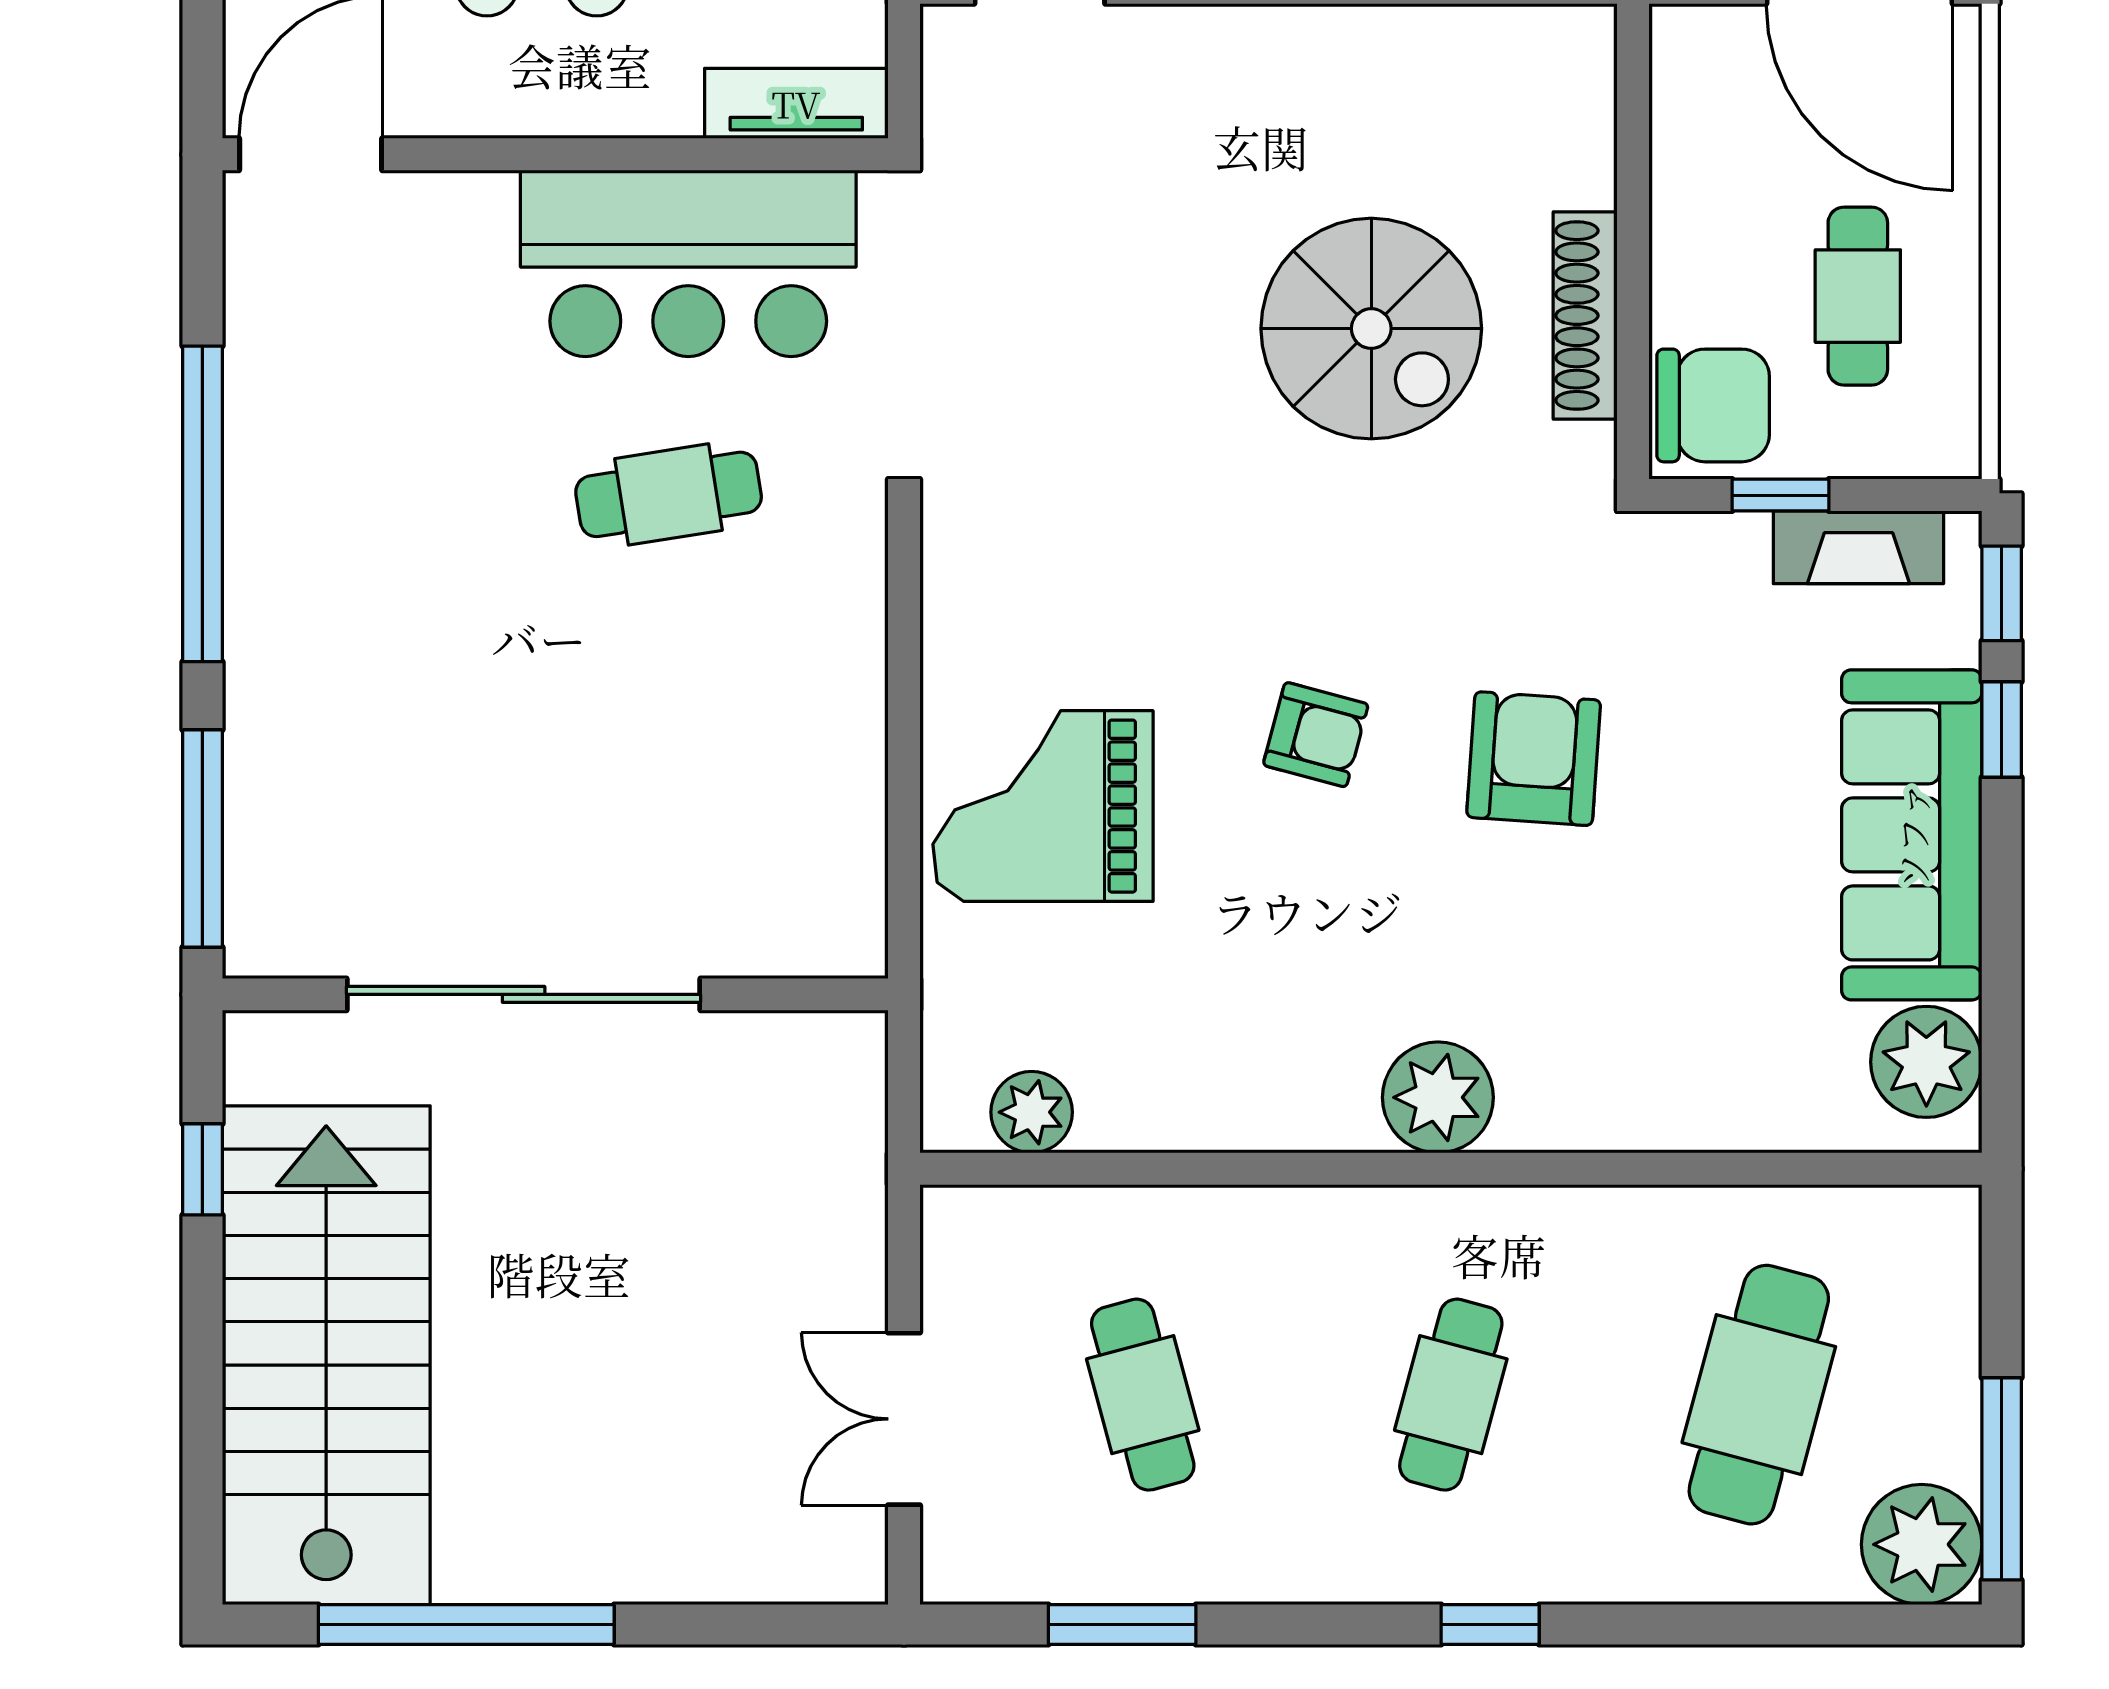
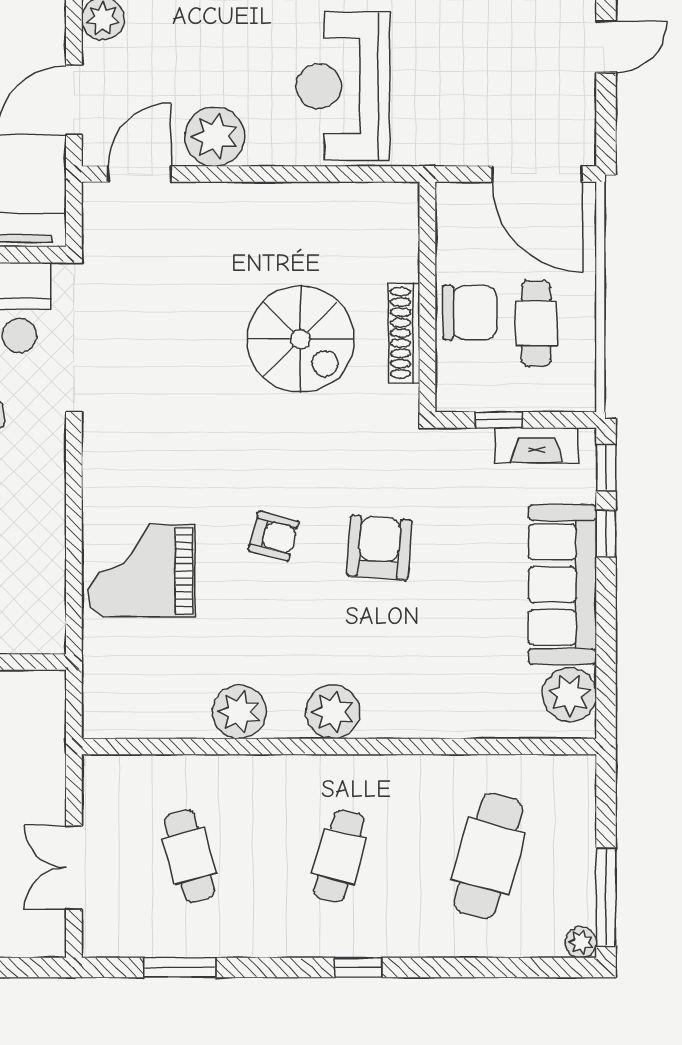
chair: (1713, 405) -> (470, 312), moved
plant: (1032, 1112) -> (239, 712), moved, width x1.36, depth x1.36
plant: (1922, 1544) -> (581, 942), width x0.53, depth x0.53

